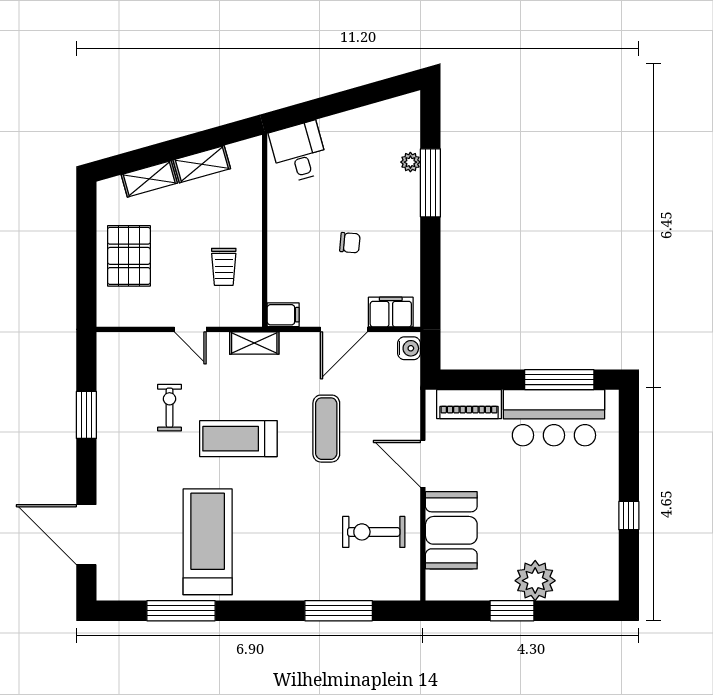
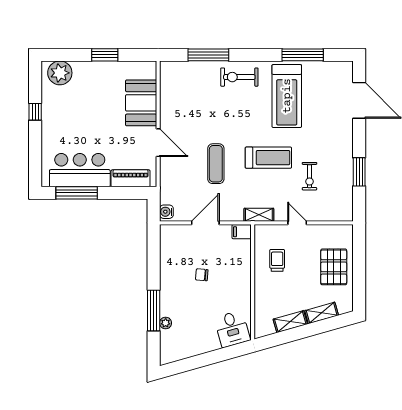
filing cabinet: (391, 312) -> (177, 233), removed
exercise bike: (374, 532) -> (239, 77), moved, turned 180
plant: (535, 581) -> (60, 73), moved

